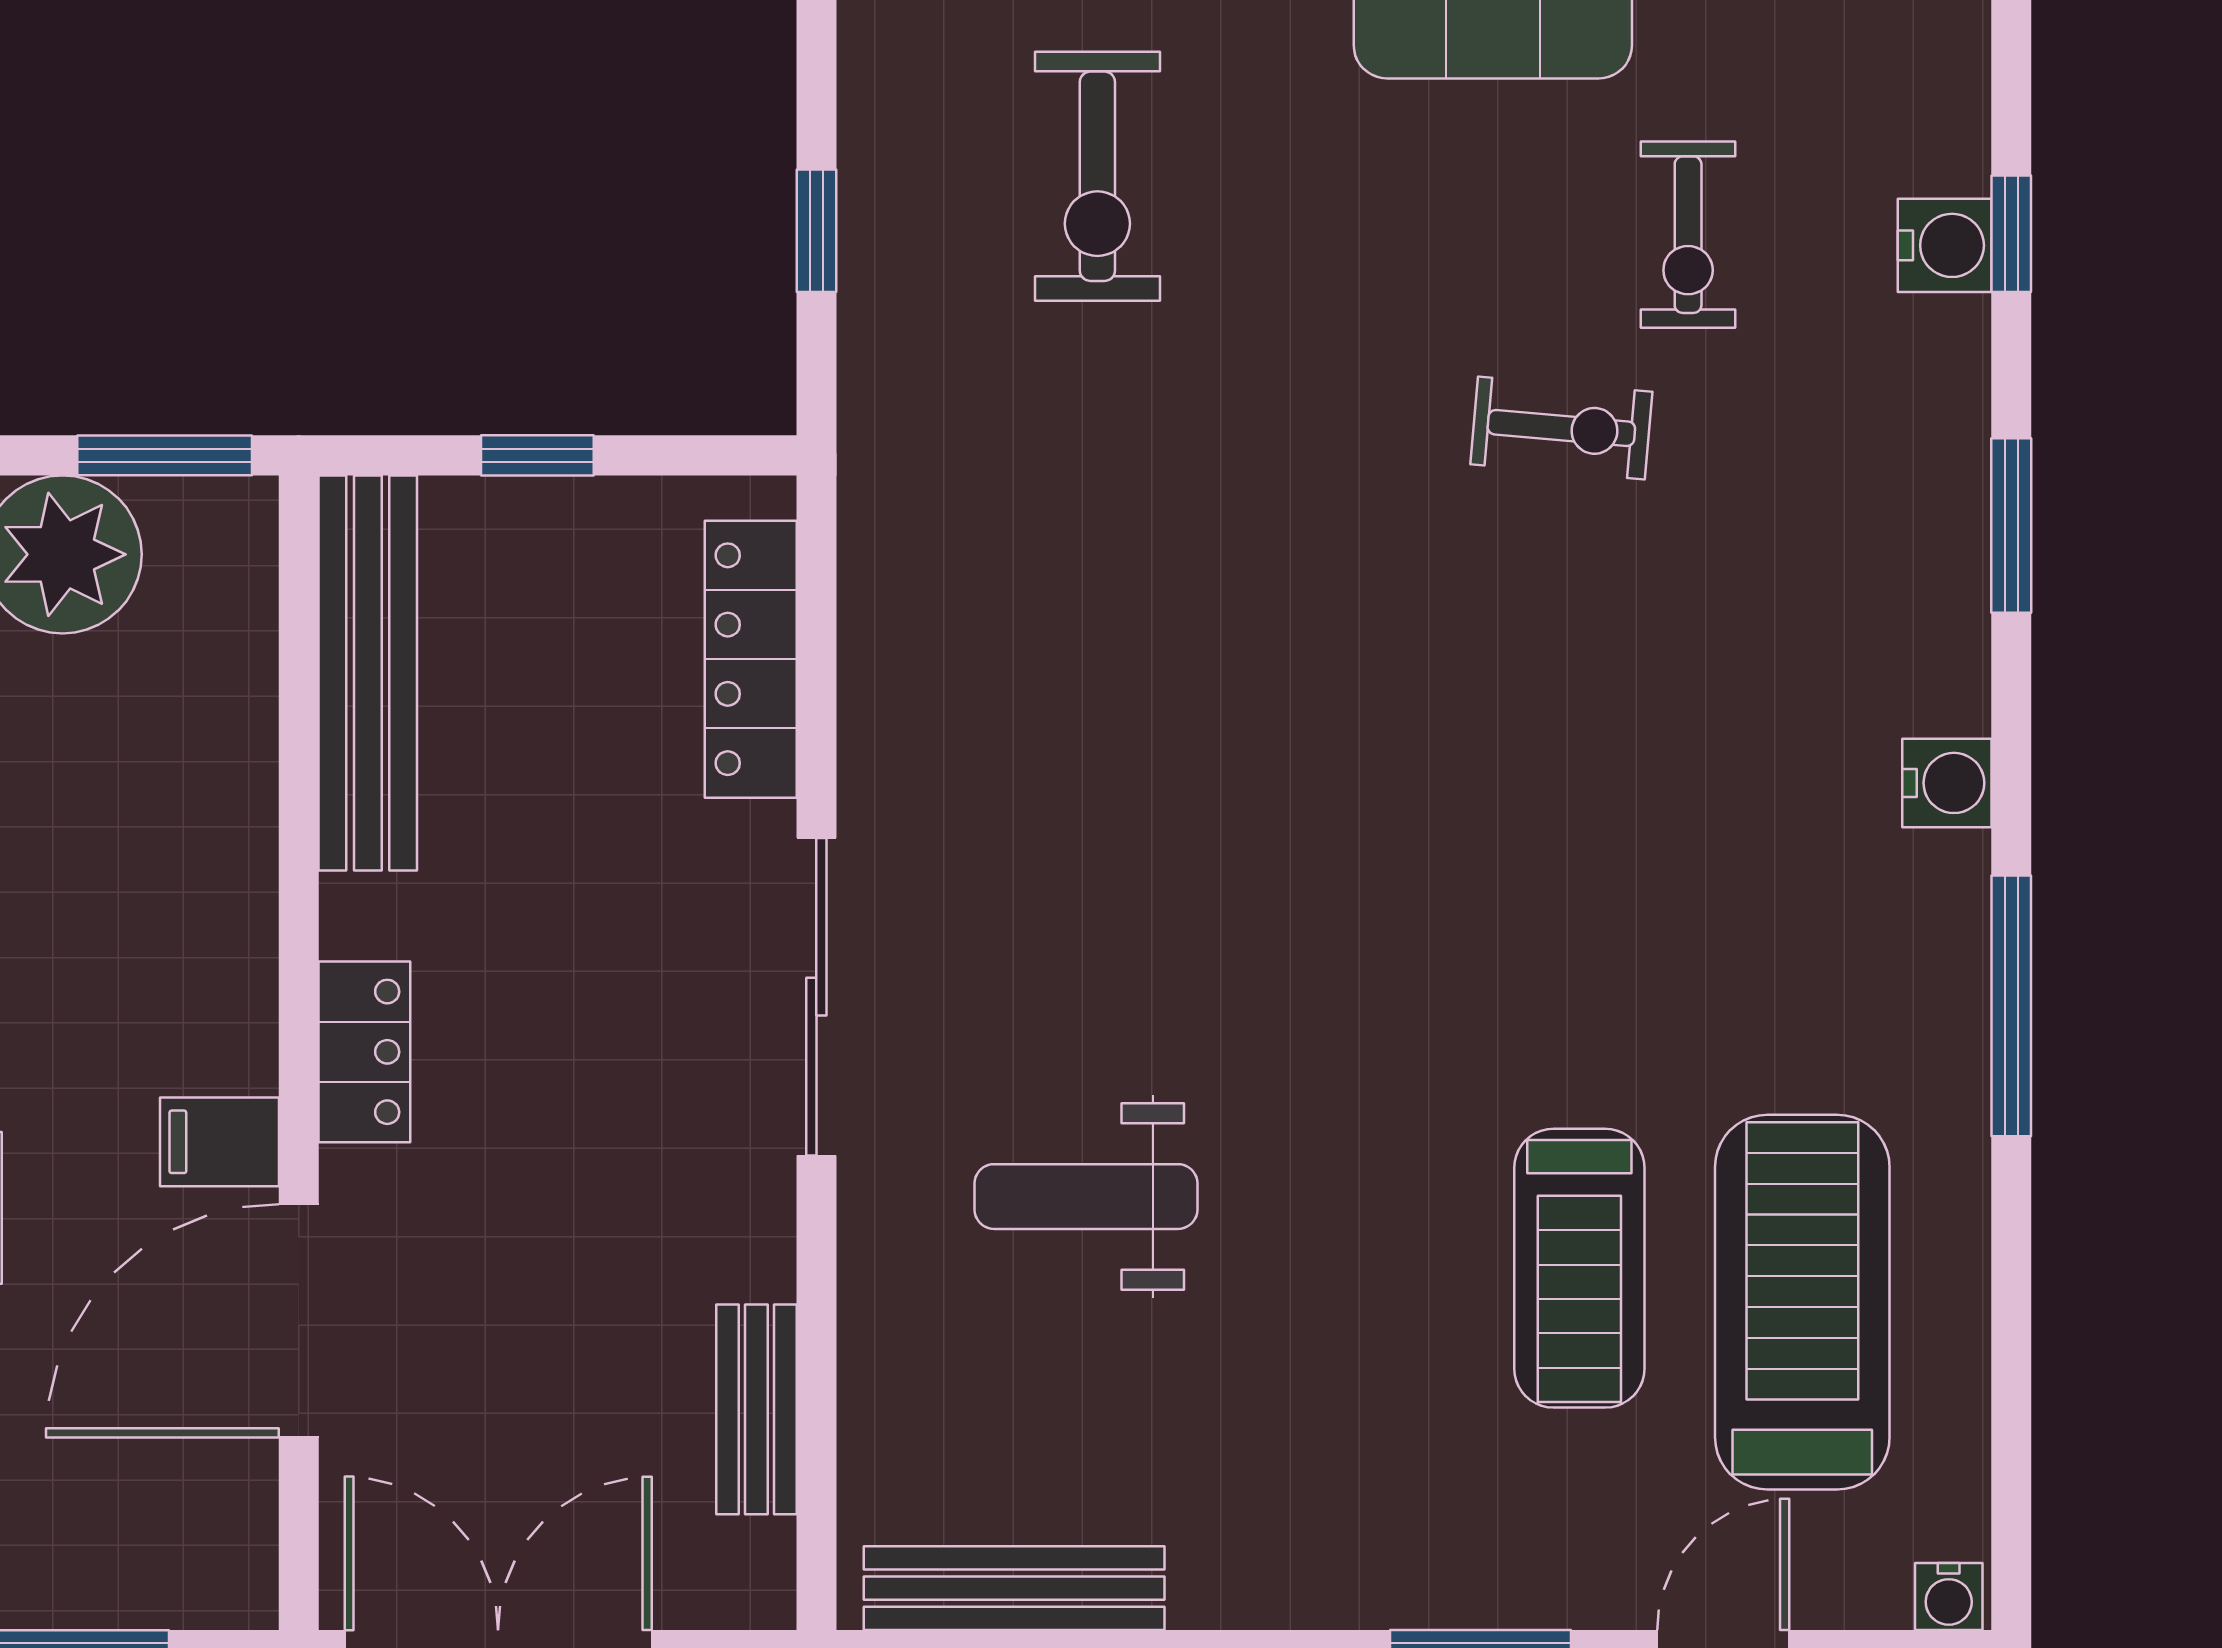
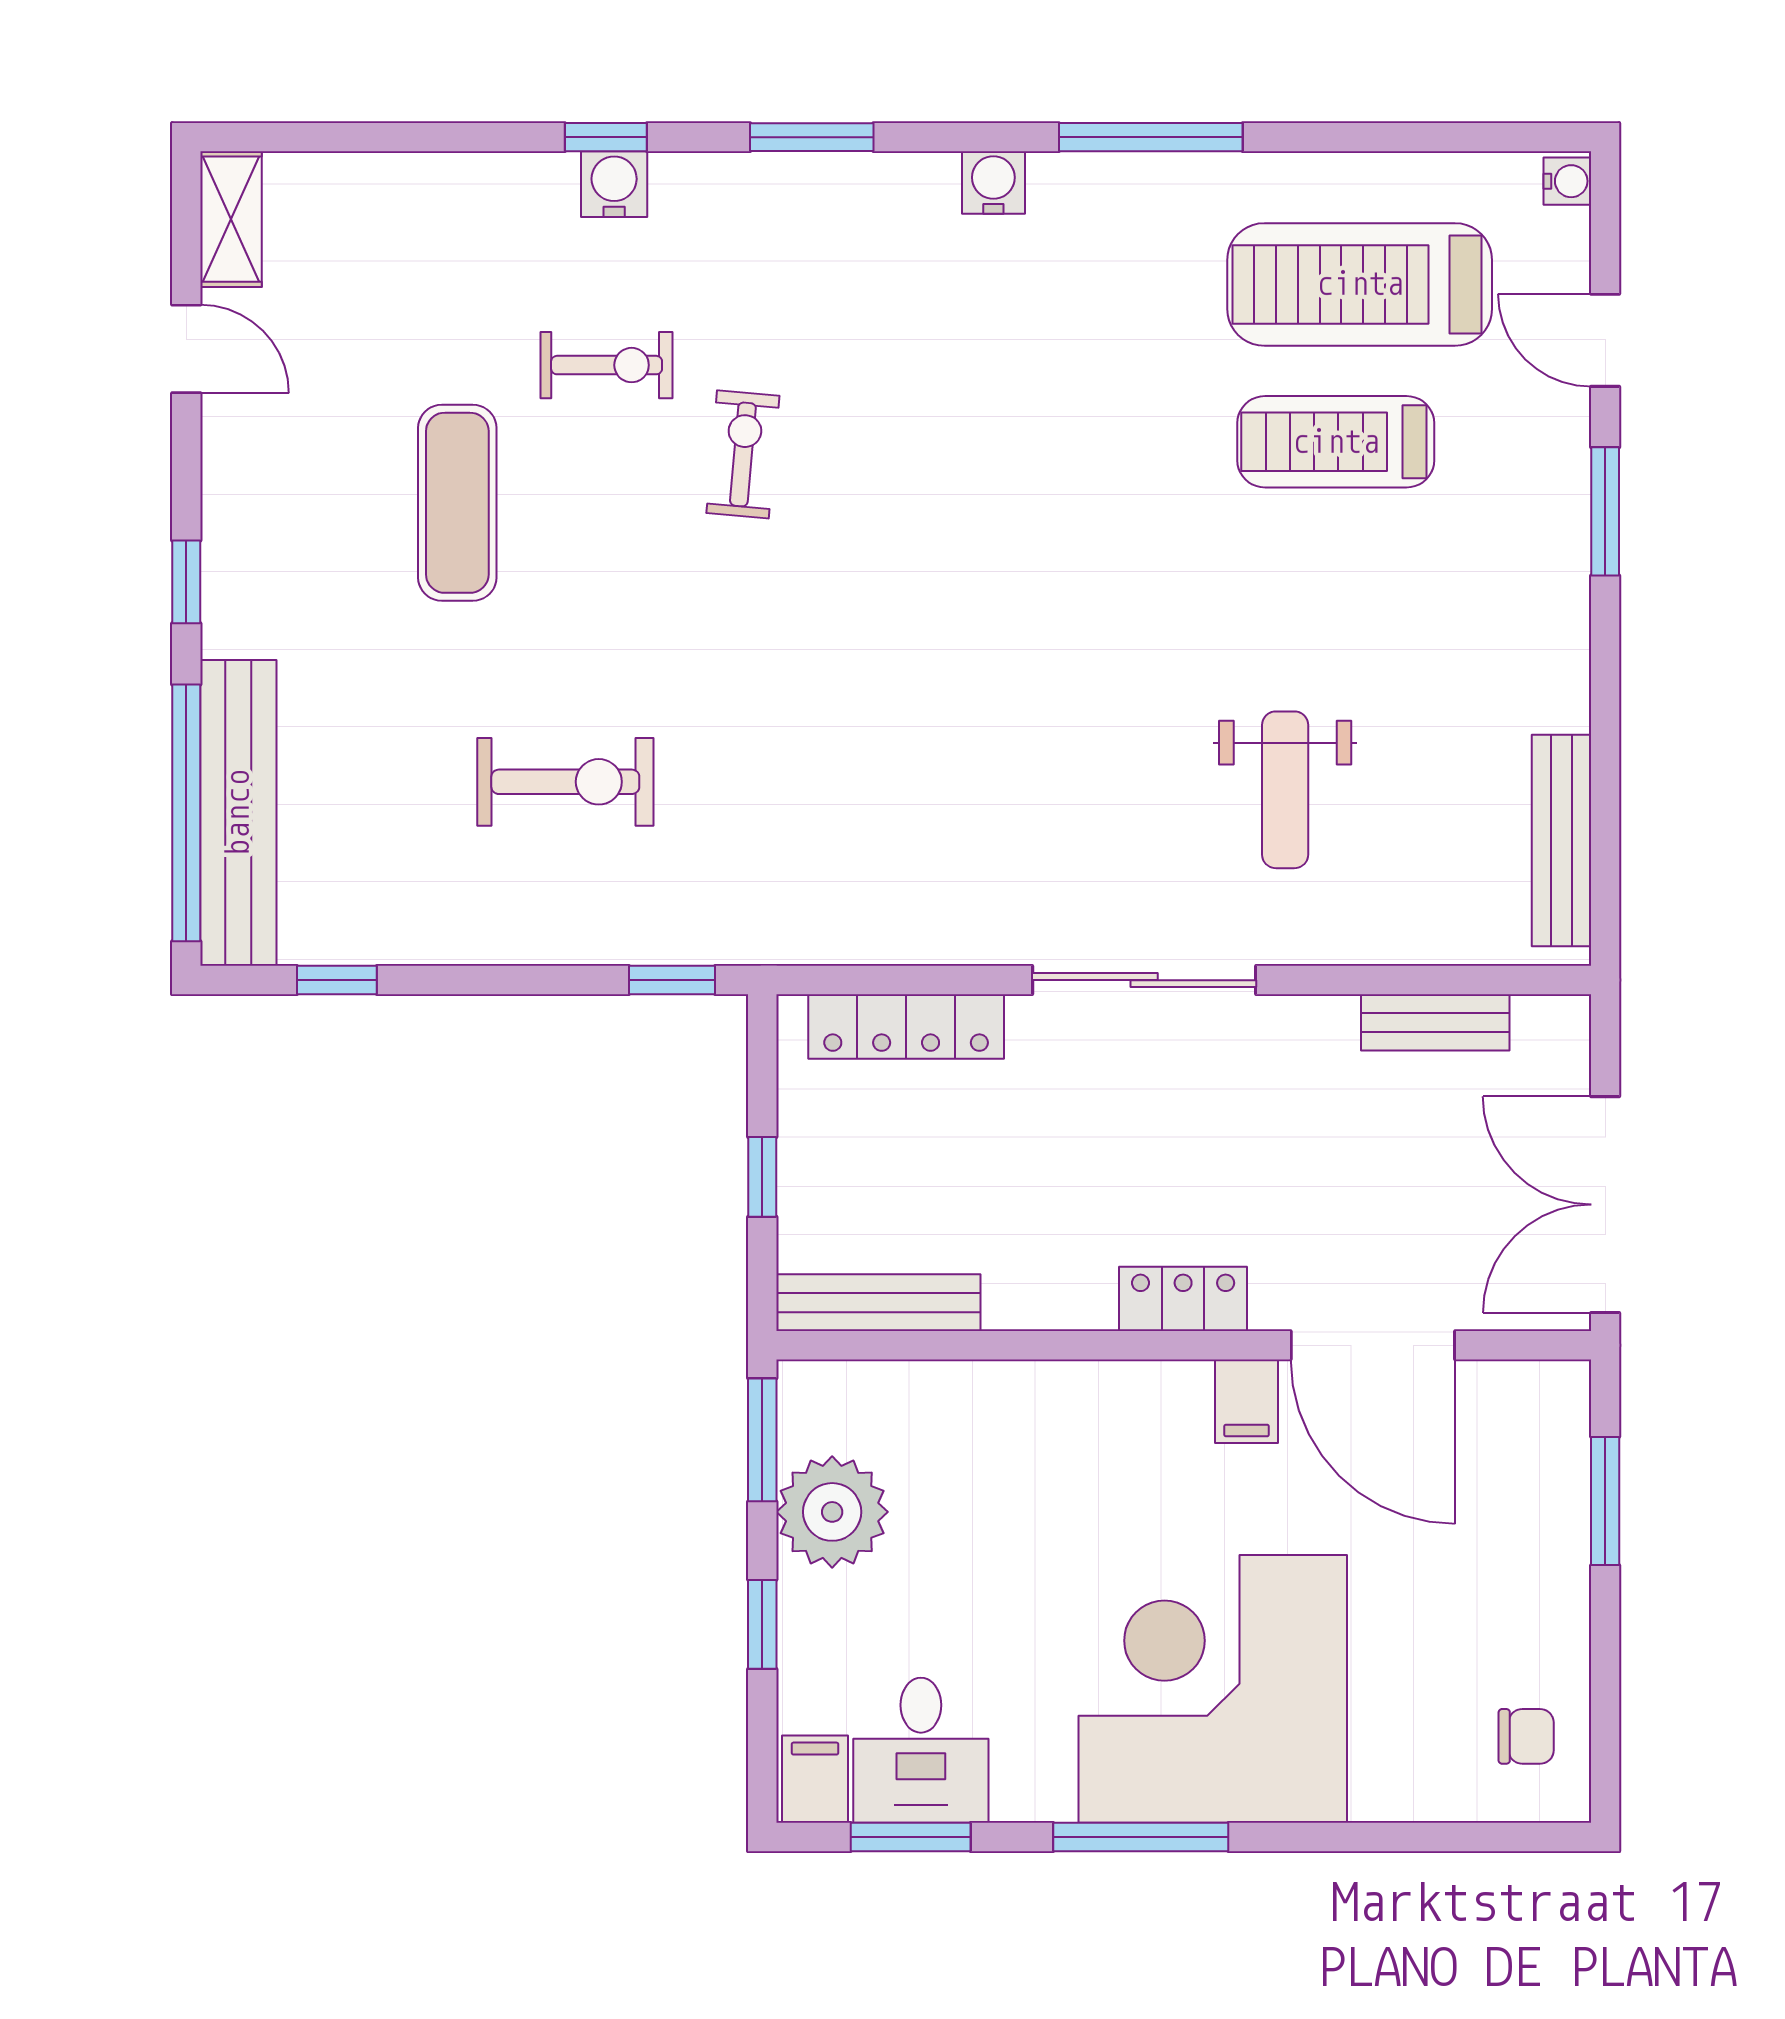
window: (816, 231) -> (672, 980), moved
bench: (368, 673) -> (878, 1303), width x0.73, depth x0.82
treadmill: (1579, 1268) -> (1336, 442), turned 180

